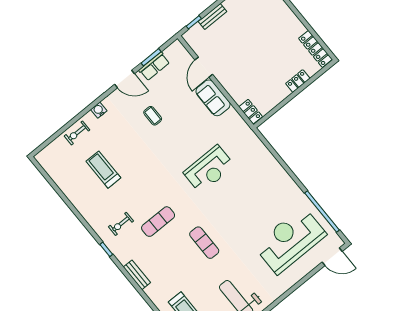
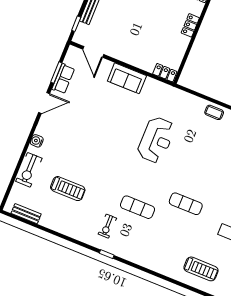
door: (204, 67) -> (93, 52), moved
coffee table: (153, 116) -> (214, 112), moved
exercise bike: (77, 133) -> (29, 170), width x1.38, depth x1.39
treadmill: (103, 170) -> (68, 189), turned 180
exercise mat: (158, 222) -> (137, 207), turned 90
bench: (137, 275) -> (26, 214), moved

